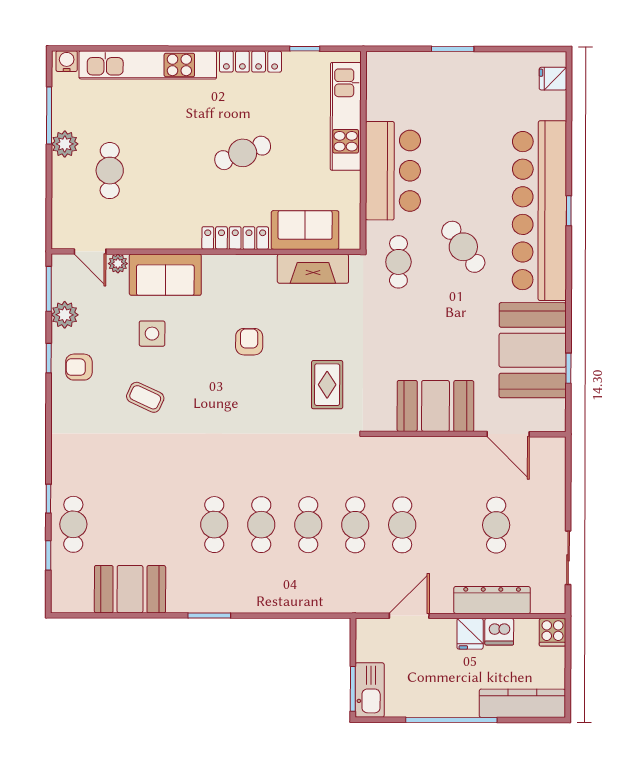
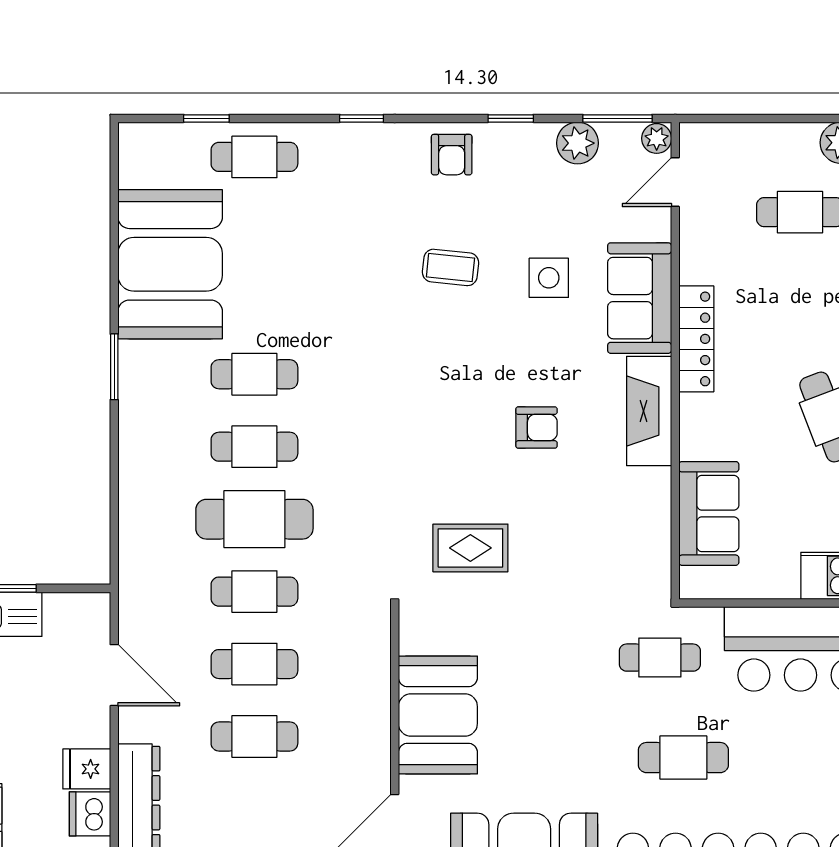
locker: (235, 238) -> (696, 339), moved
cafe table: (463, 247) -> (683, 758), turned 36
plant: (118, 264) -> (657, 138), moved
fireplace: (313, 269) -> (649, 411), moved
armchair: (79, 367) -> (452, 155), moved, turned 180
coffee table: (145, 397) -> (450, 267), turned 71
window: (48, 499) -> (362, 118), moved
cafe table: (308, 525) -> (254, 519), width x1.37, depth x1.35
cafe table: (496, 525) -> (254, 736), moved
booth: (130, 589) -> (170, 264), width x1.36, depth x1.42

